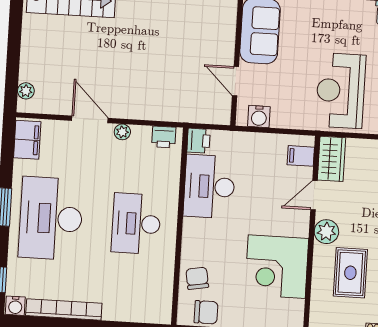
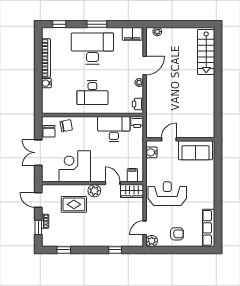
desk: (136, 224) -> (92, 93), turned 180
water cooler: (15, 306) -> (46, 83), moved

